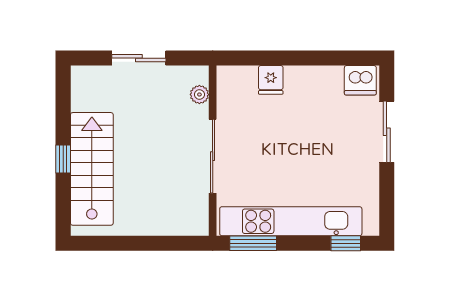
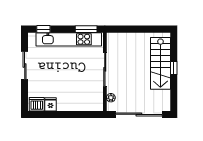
sliding door: (139, 58) -> (139, 114), width x1.86
fridge: (271, 80) -> (51, 104), moved
sliding door: (387, 132) -> (25, 65), moved

